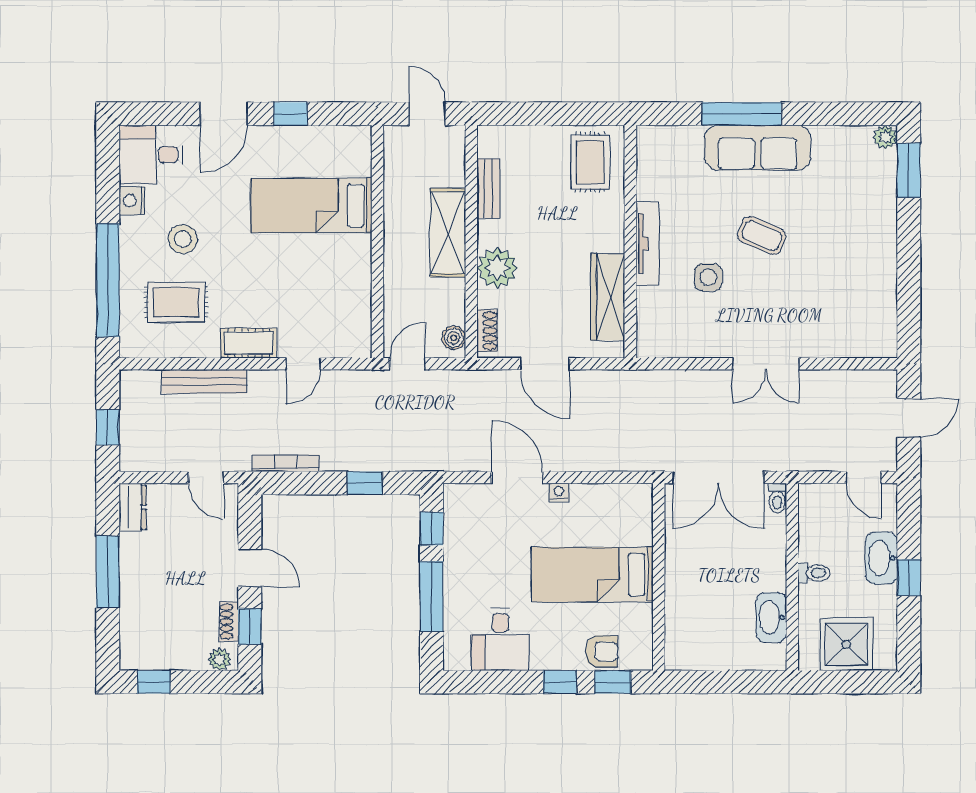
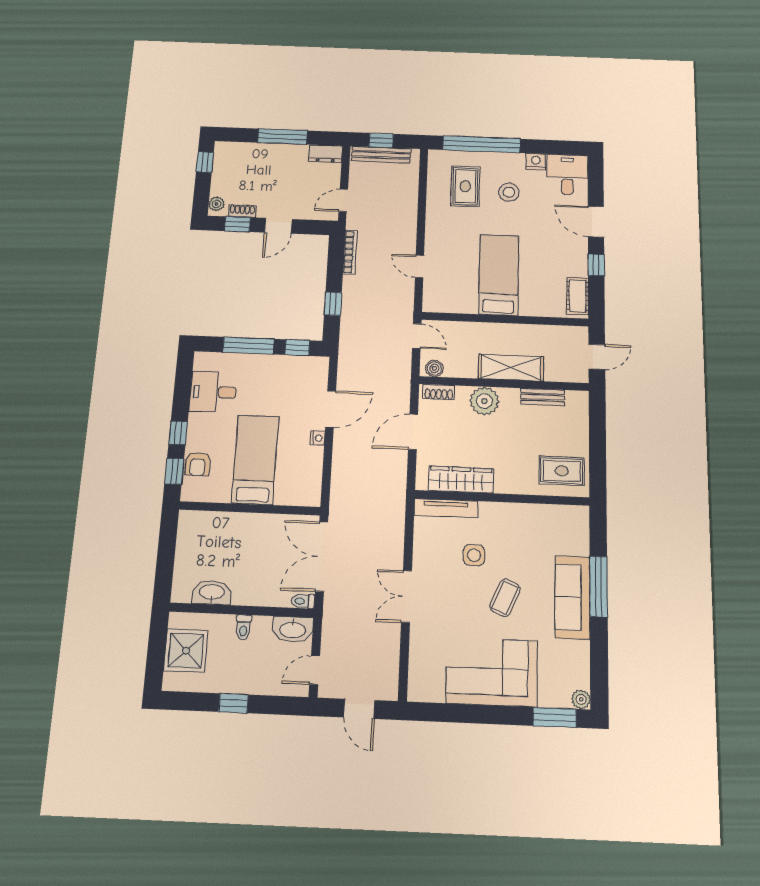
bed: (311, 206) -> (499, 275), moved
tv unit: (647, 243) -> (446, 508), moved
corner sofa: (856, 251) -> (492, 672), added
cot: (249, 343) -> (578, 296), moved
bench: (204, 381) -> (381, 155), moved, turned 90
washbasin: (881, 558) -> (293, 629), moved, turned 180

